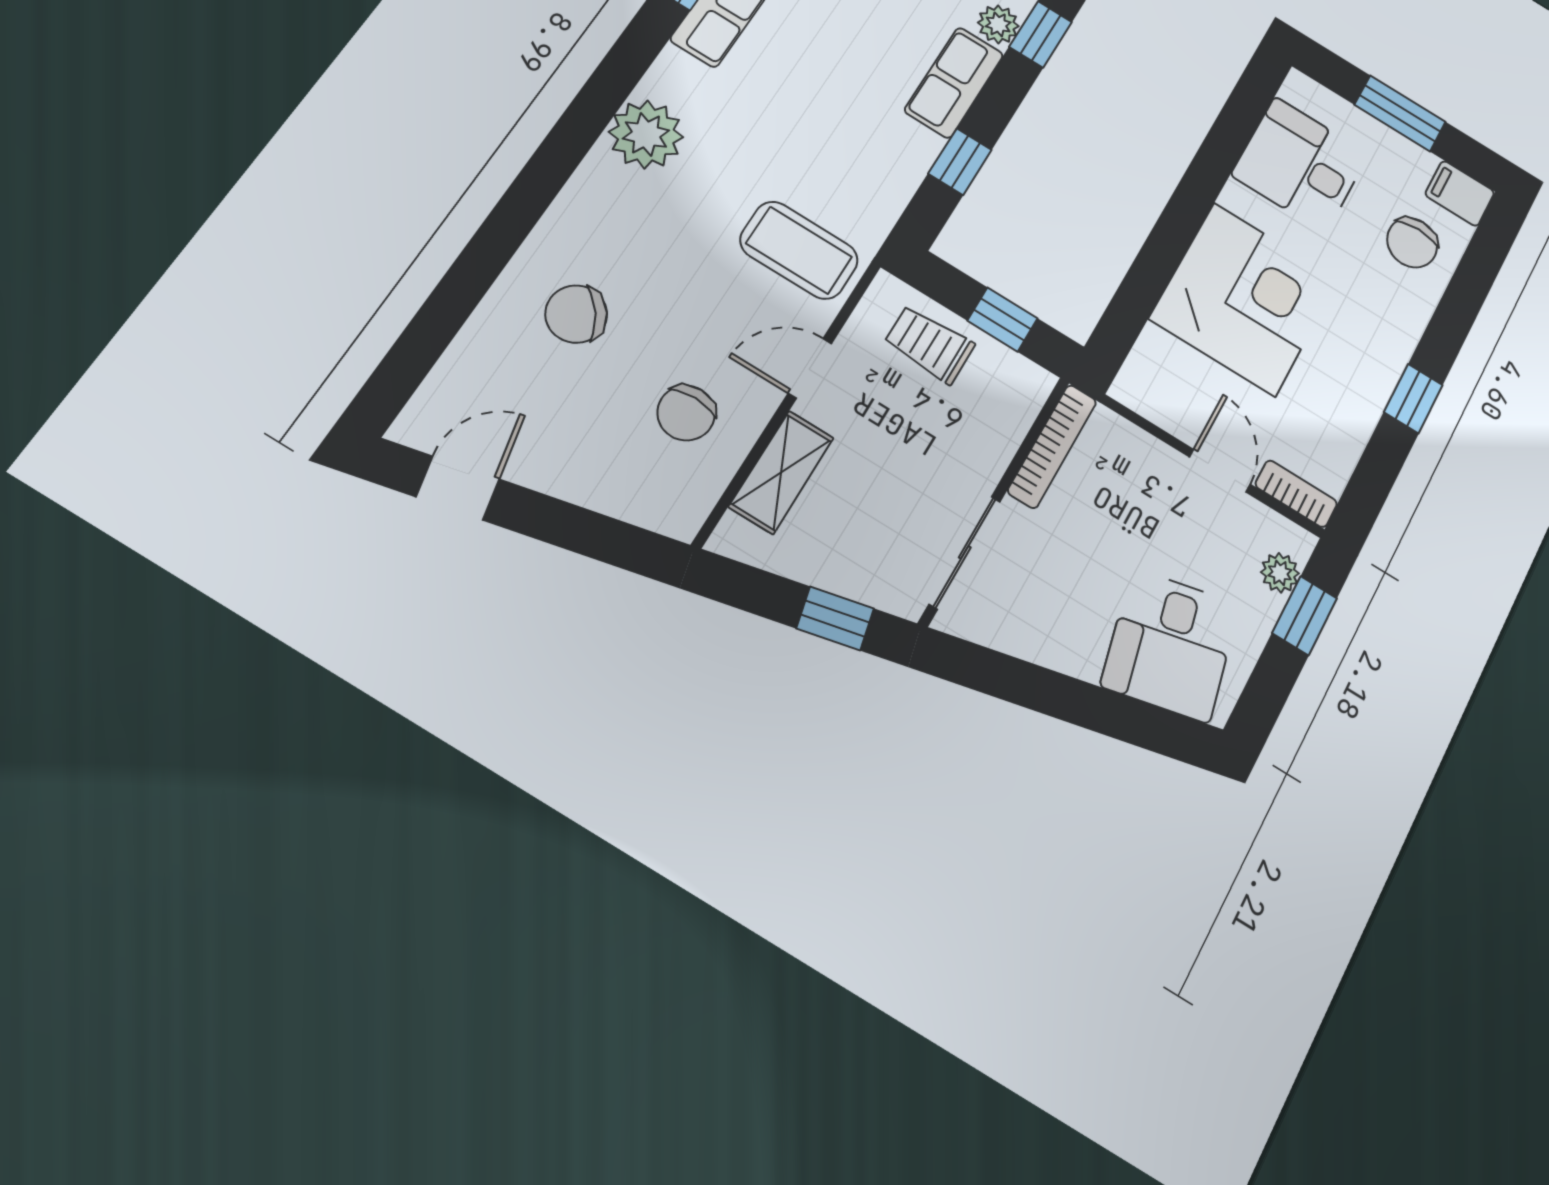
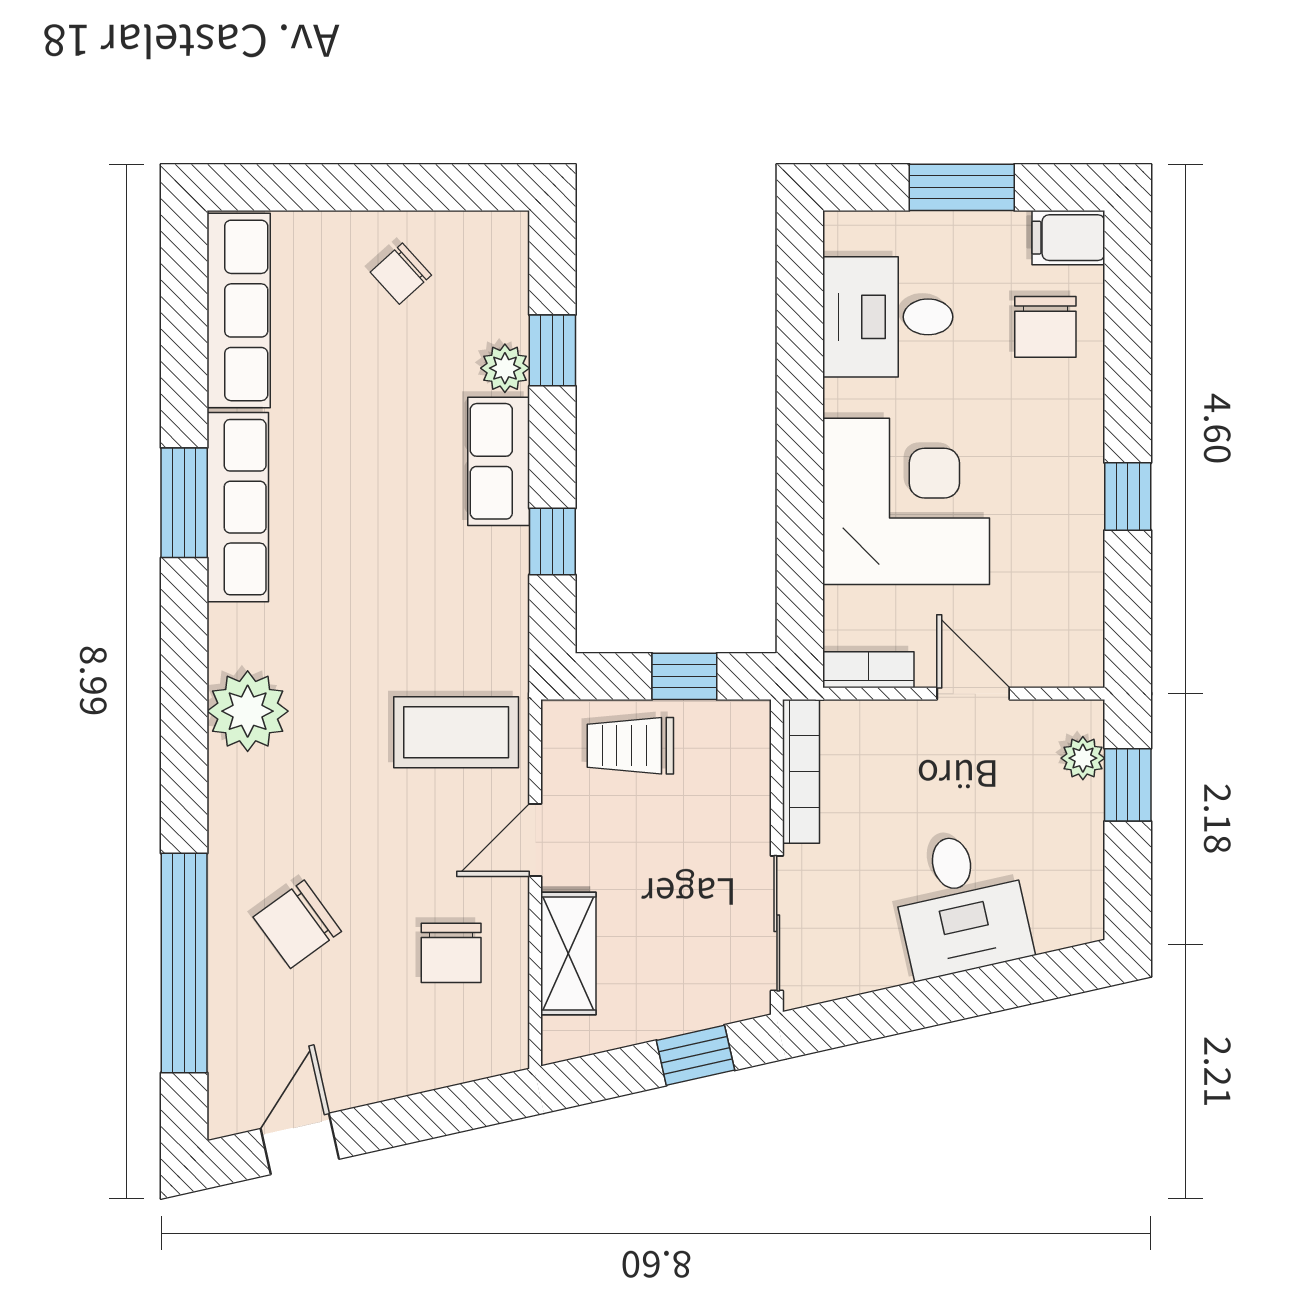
window: (463, 287) -> (184, 963), added
bookcase: (1296, 494) -> (868, 670), moved
desk: (1170, 645) -> (961, 904), moved

